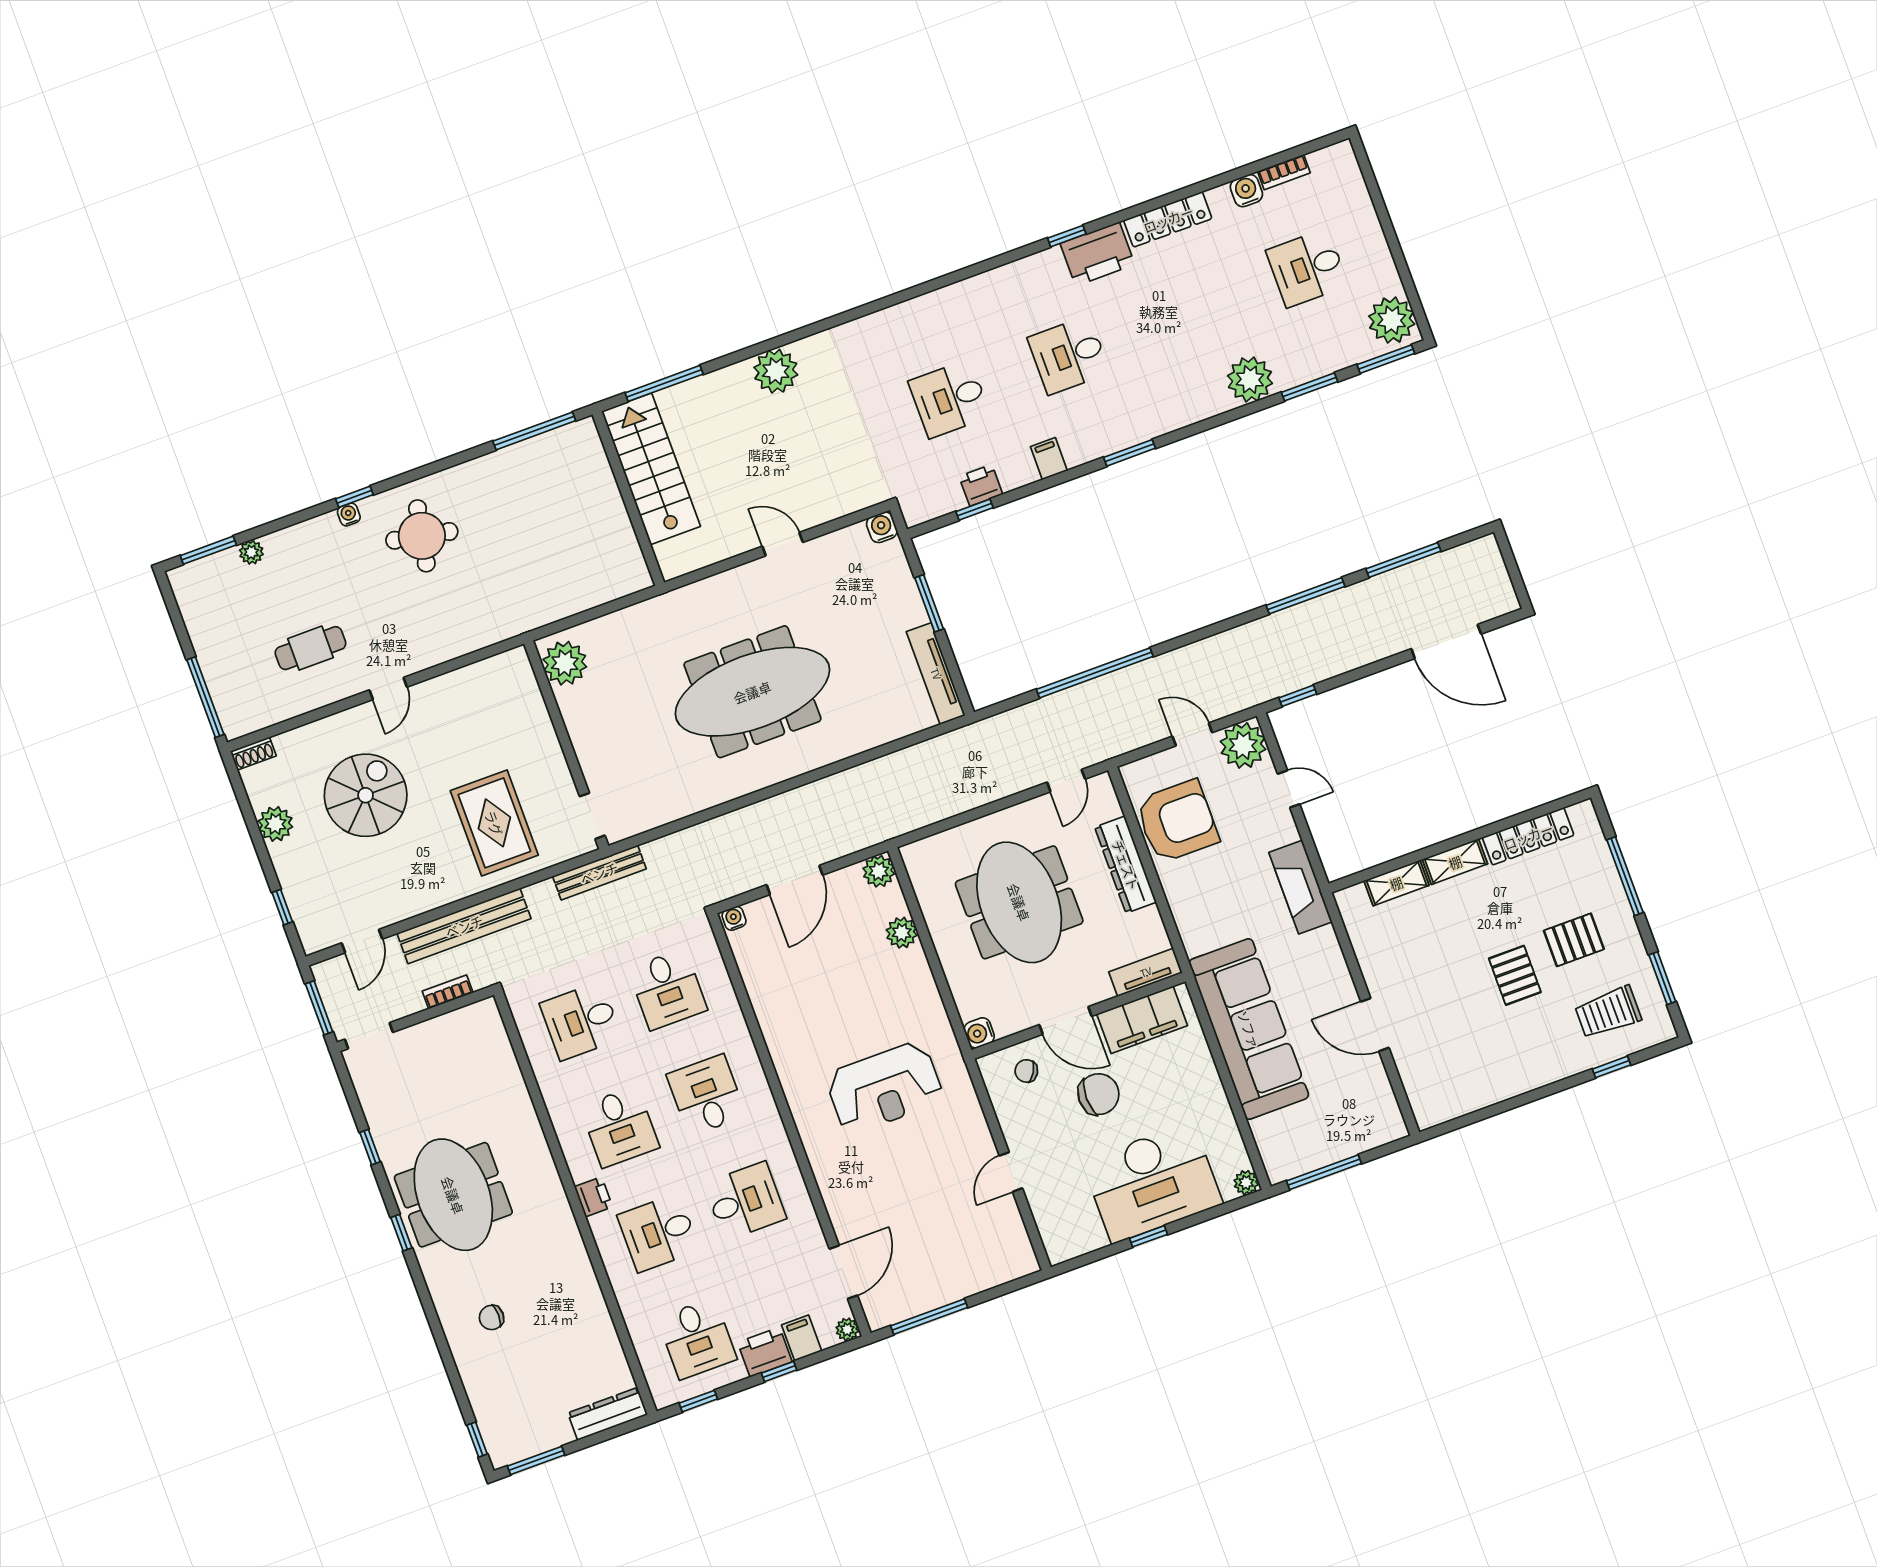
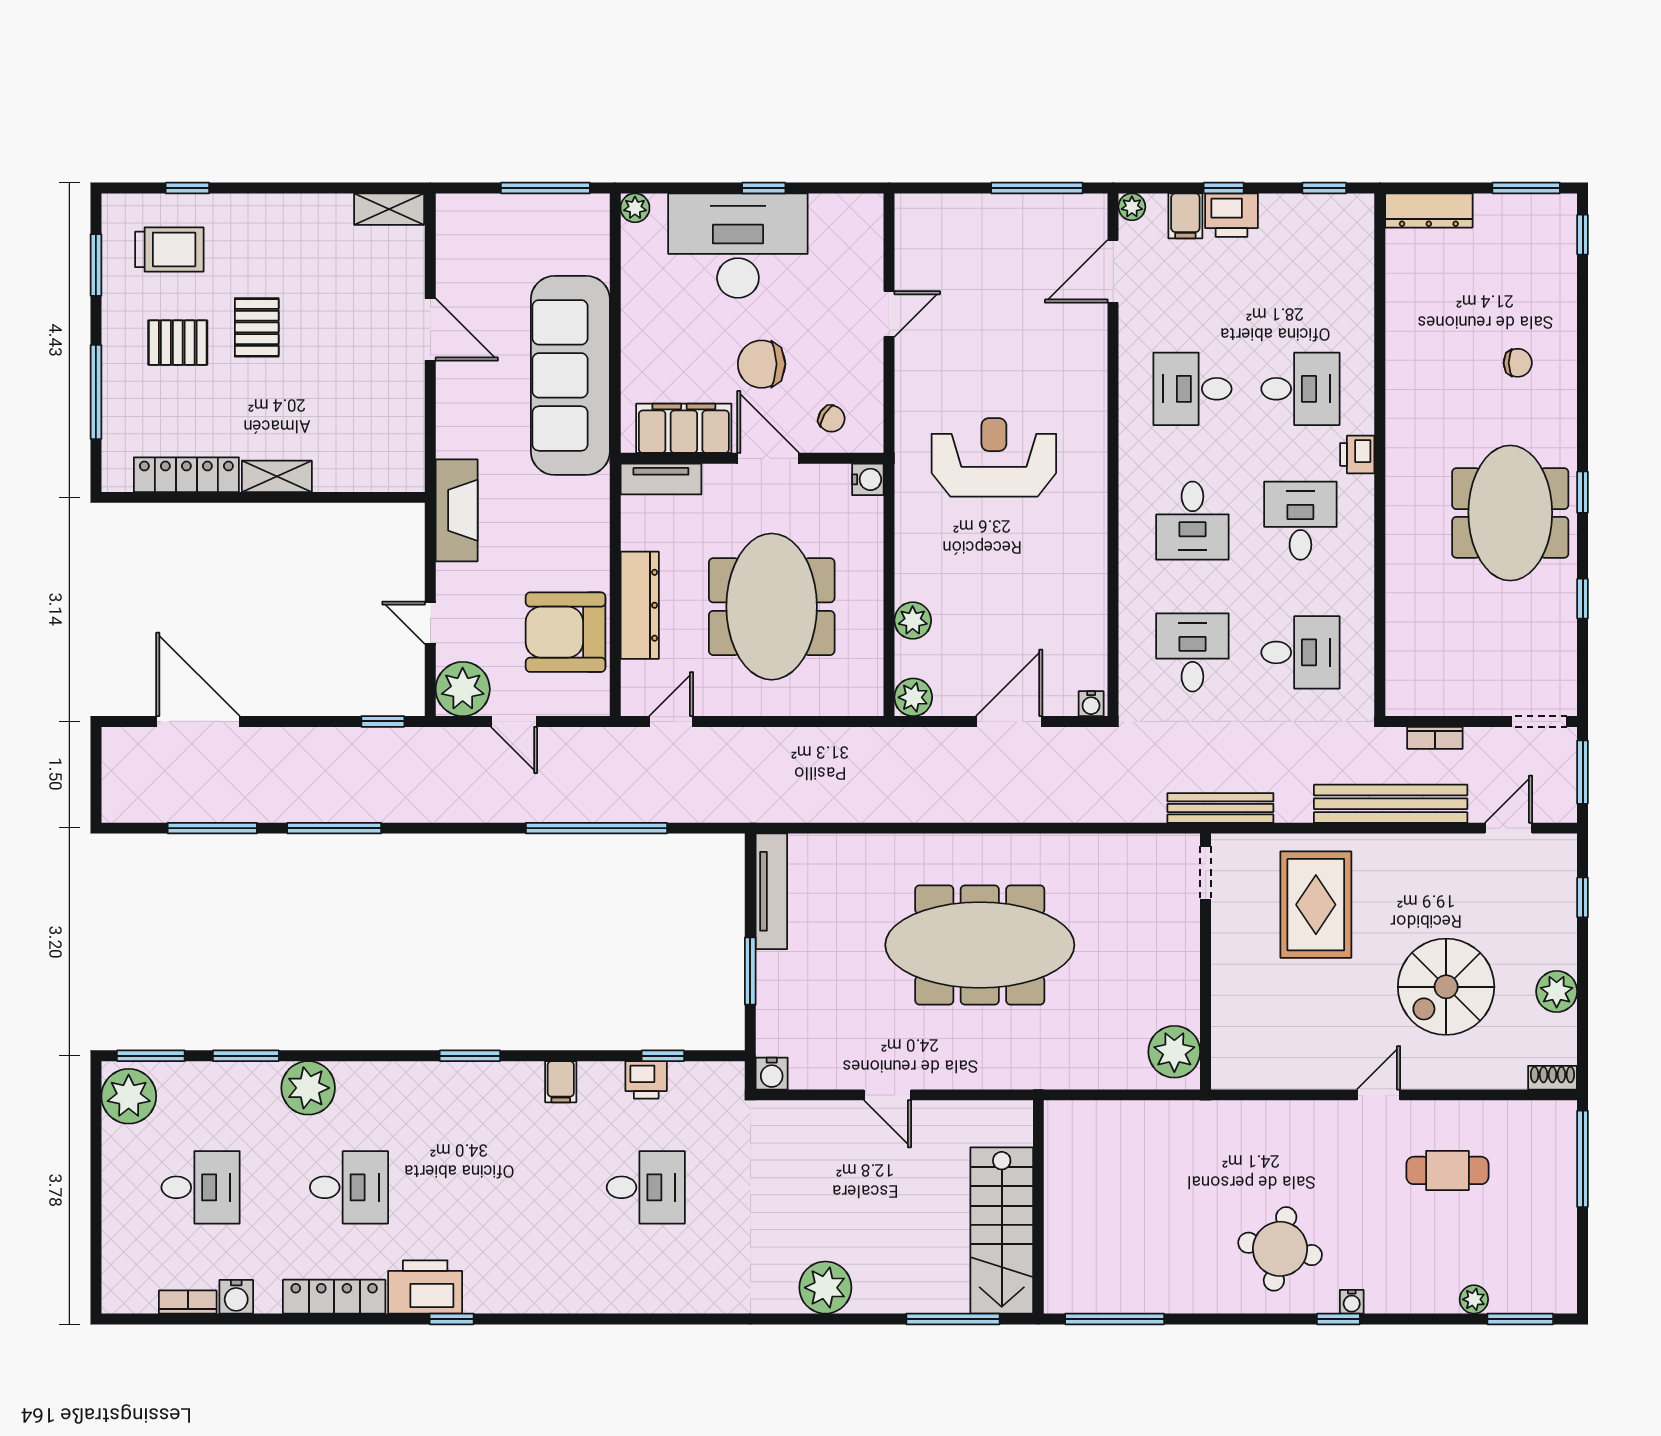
desk: (1069, 355) -> (349, 1187), moved
shelving: (1396, 883) -> (389, 209), moved
desk: (697, 1339) -> (1300, 257), removed

